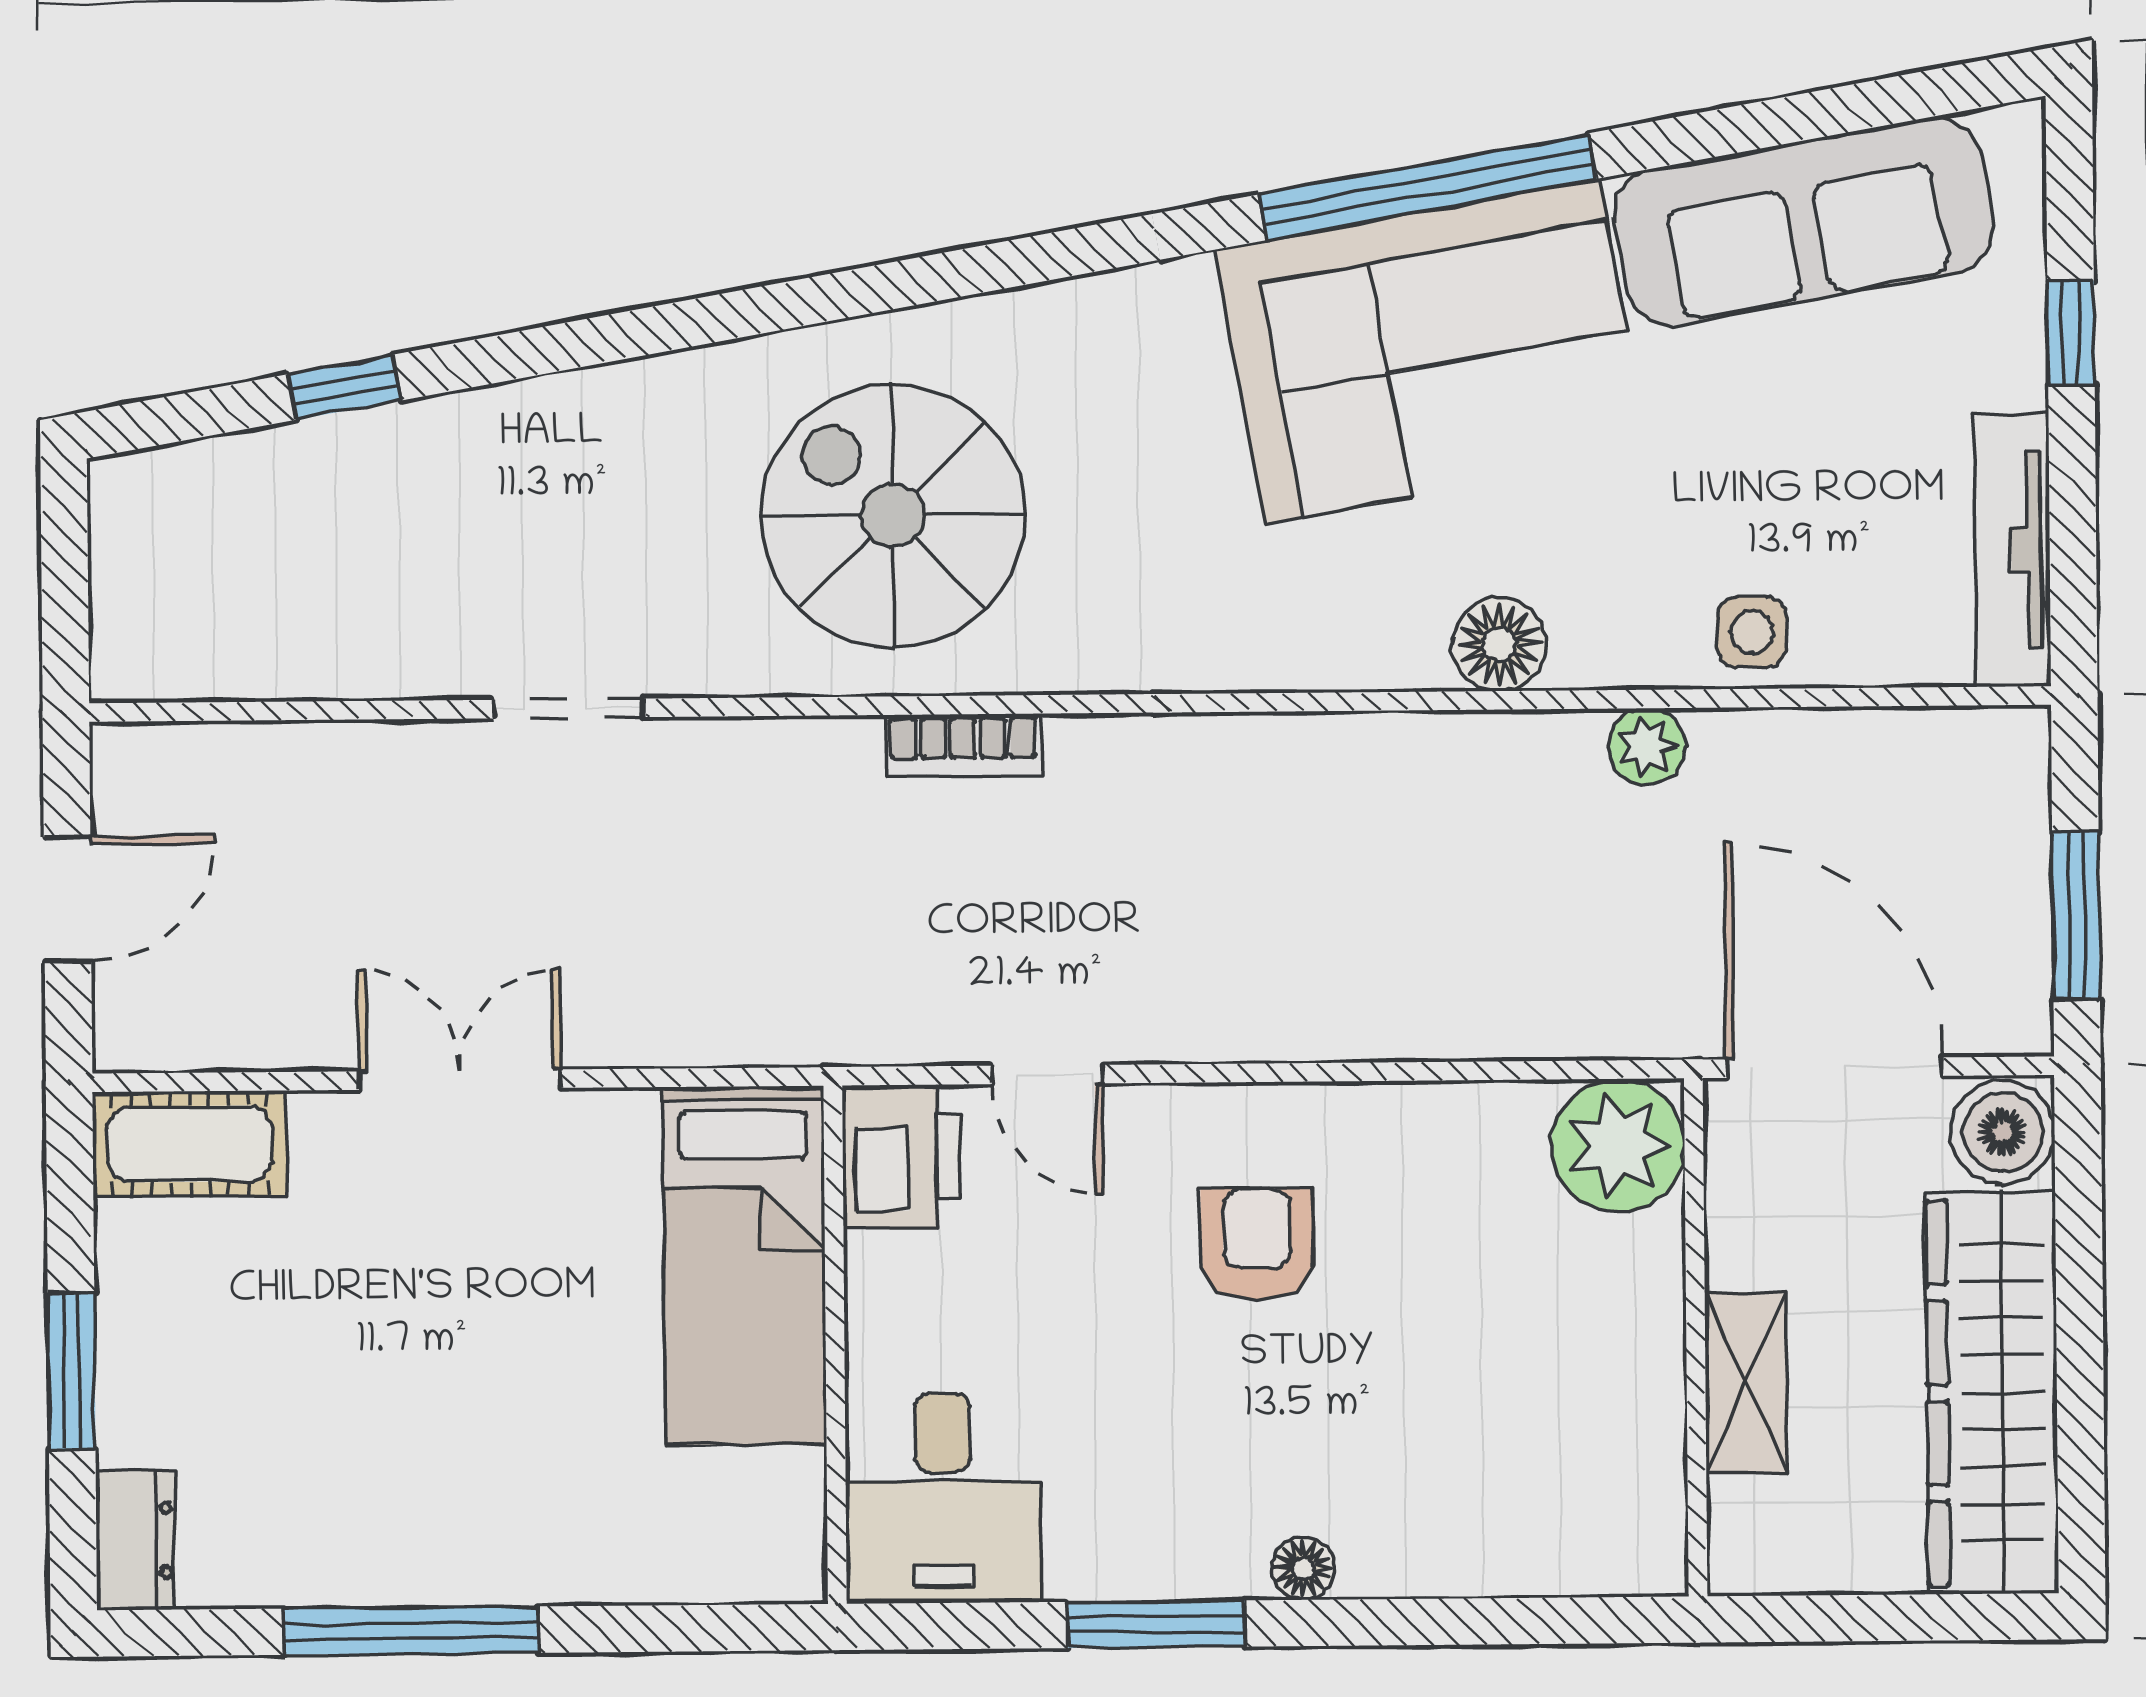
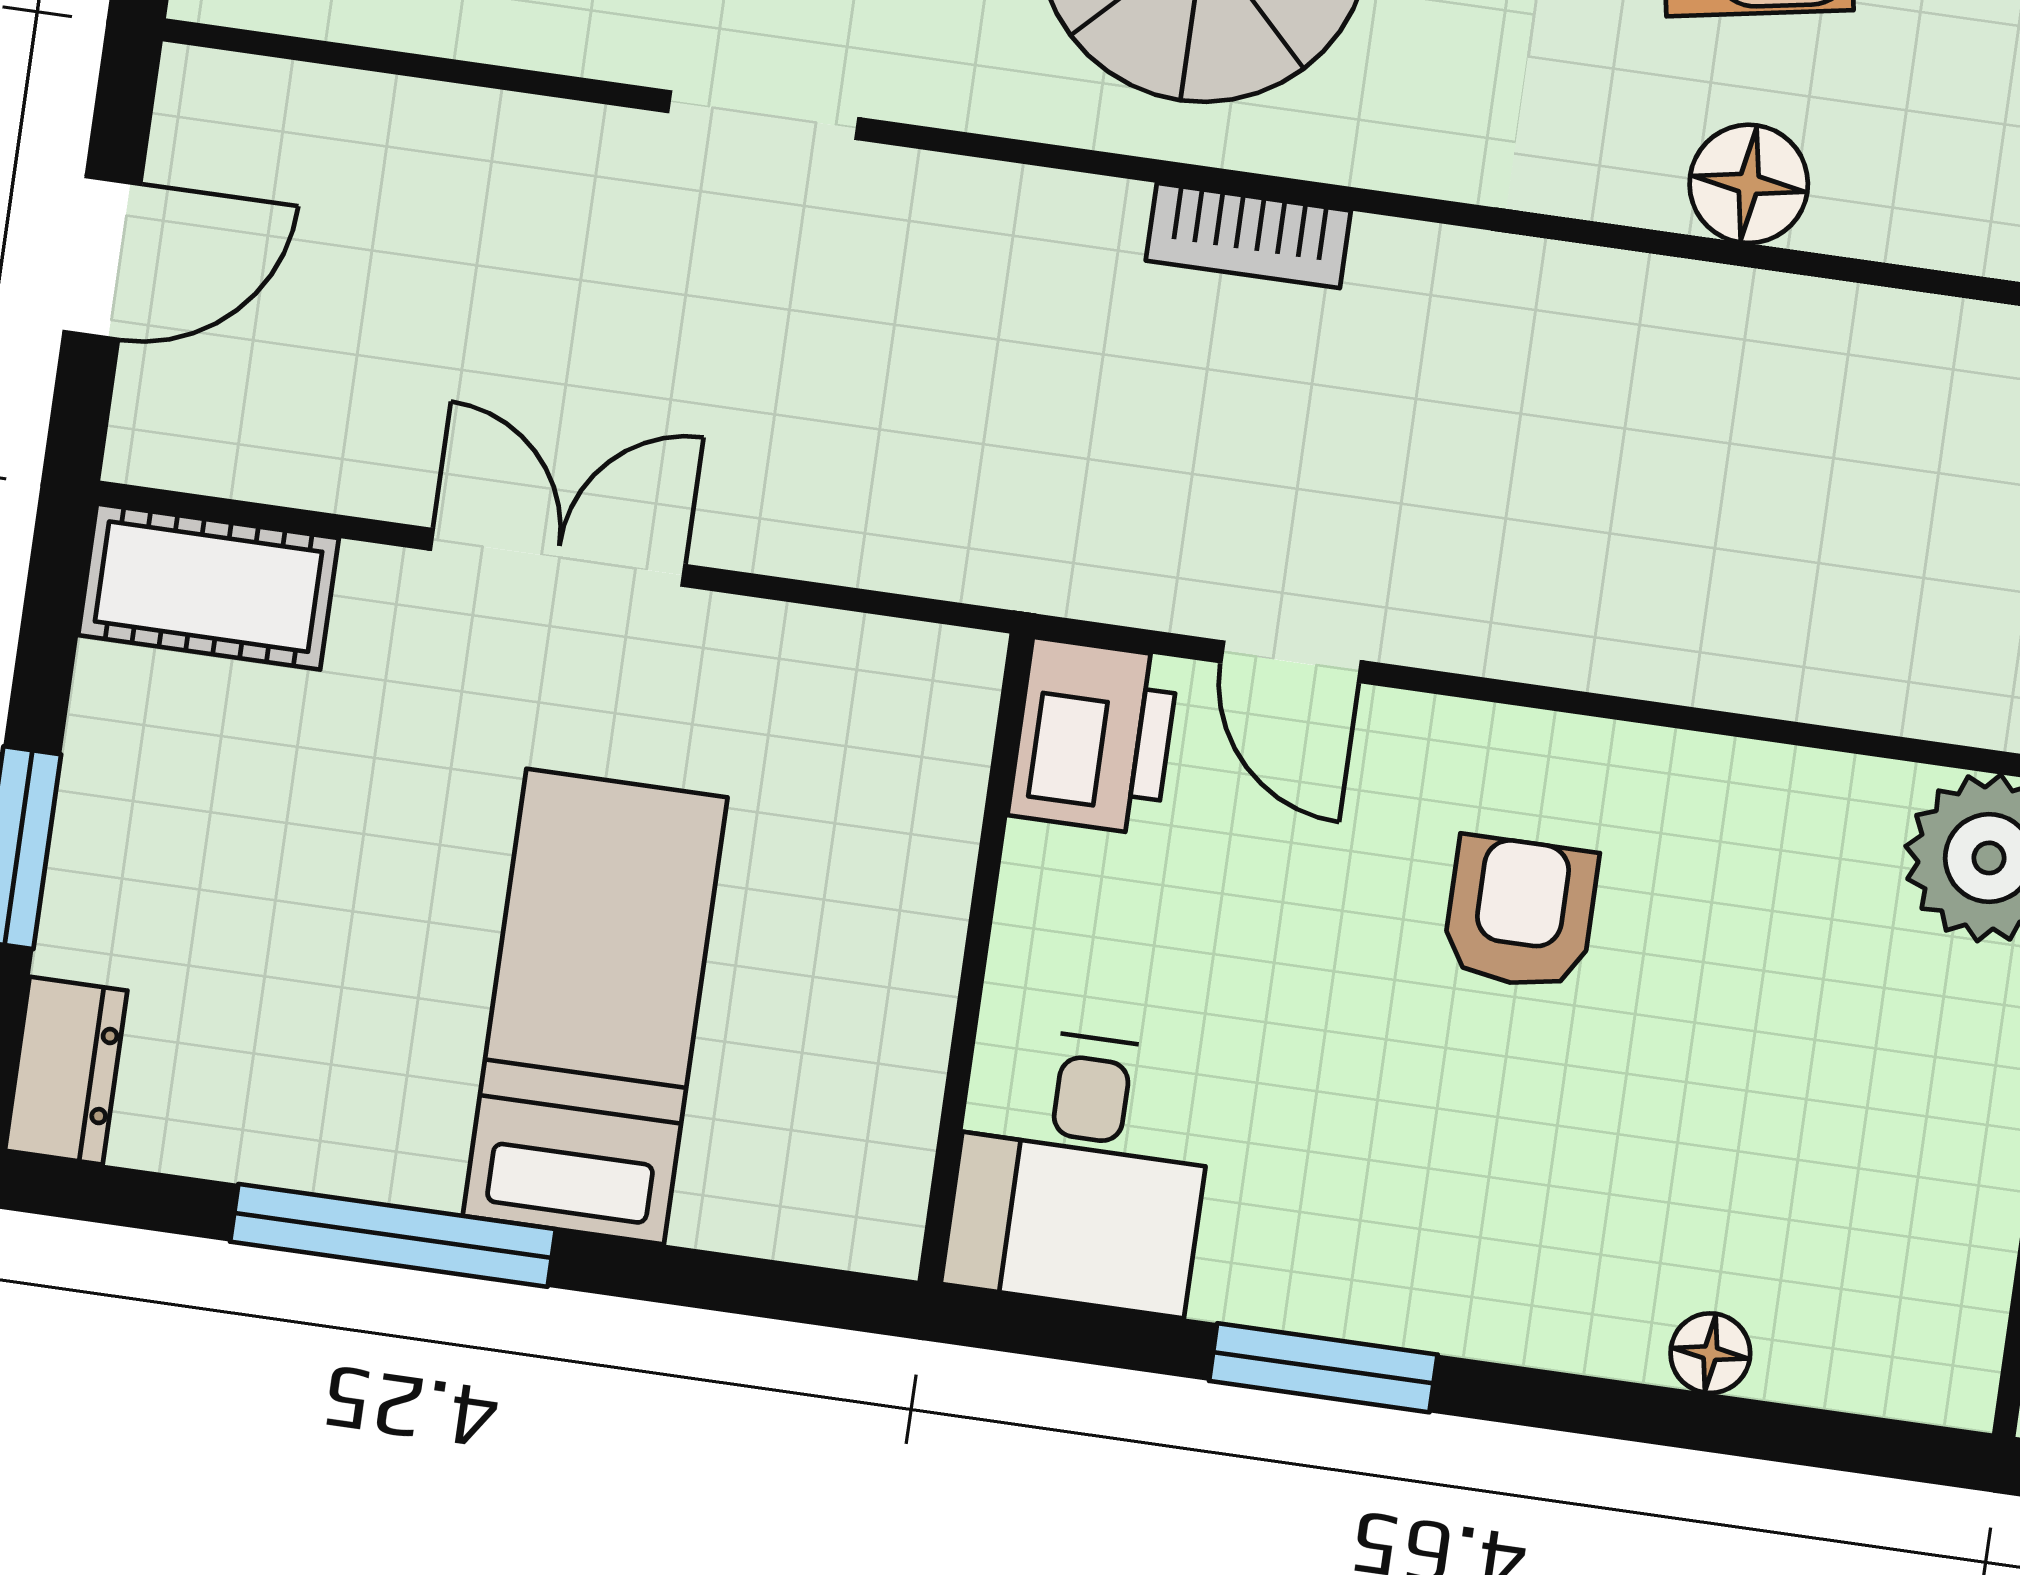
floor lamp: (1499, 644) -> (1749, 184), moved
bed: (744, 1265) -> (595, 1007), moved, turned 180
floor lamp: (1303, 1568) -> (1710, 1353), moved

